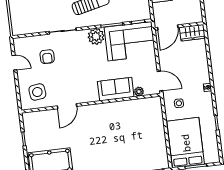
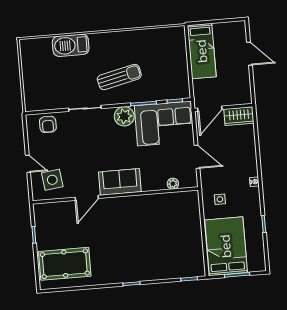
armchair: (47, 57) -> (48, 124), moved
door: (14, 63) -> (28, 164), moved
door: (160, 81) -> (197, 157), moved
sofa: (116, 89) -> (120, 182), moved

